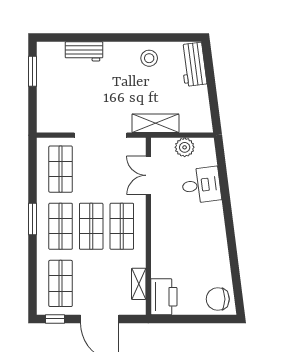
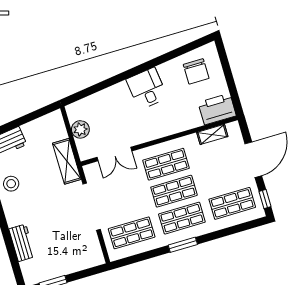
desk: (201, 185) -> (147, 89), moved
chair: (218, 299) -> (196, 71), moved

